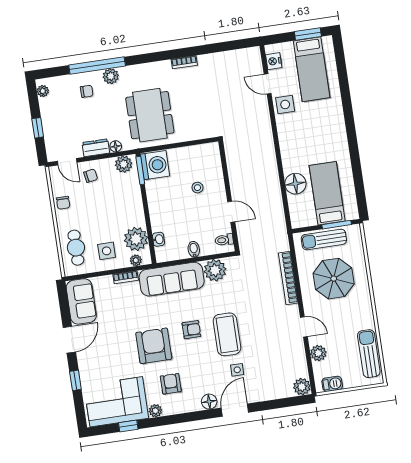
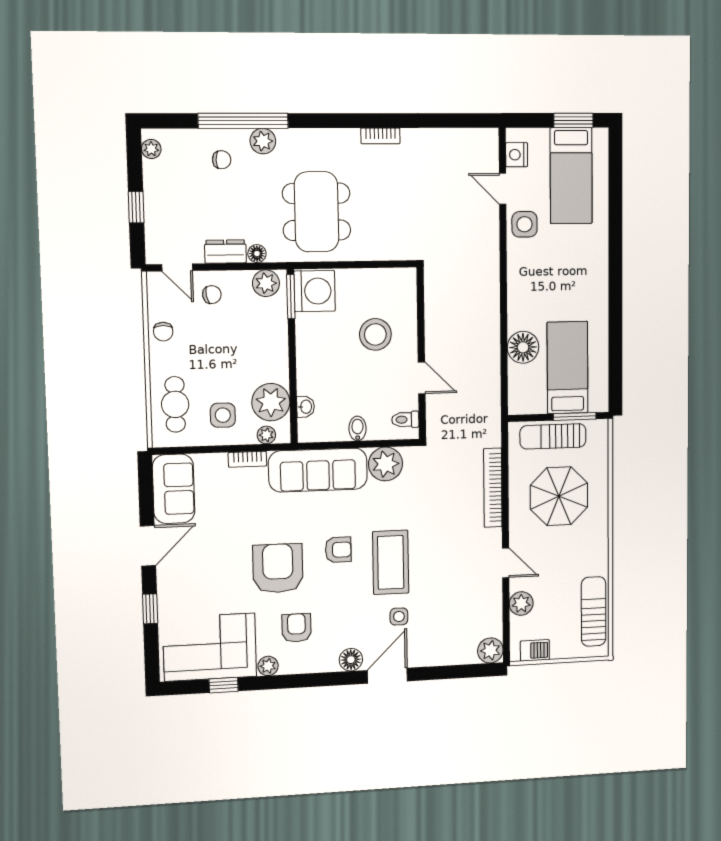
stool: (197, 188) -> (375, 334), width x1.89, depth x1.89

